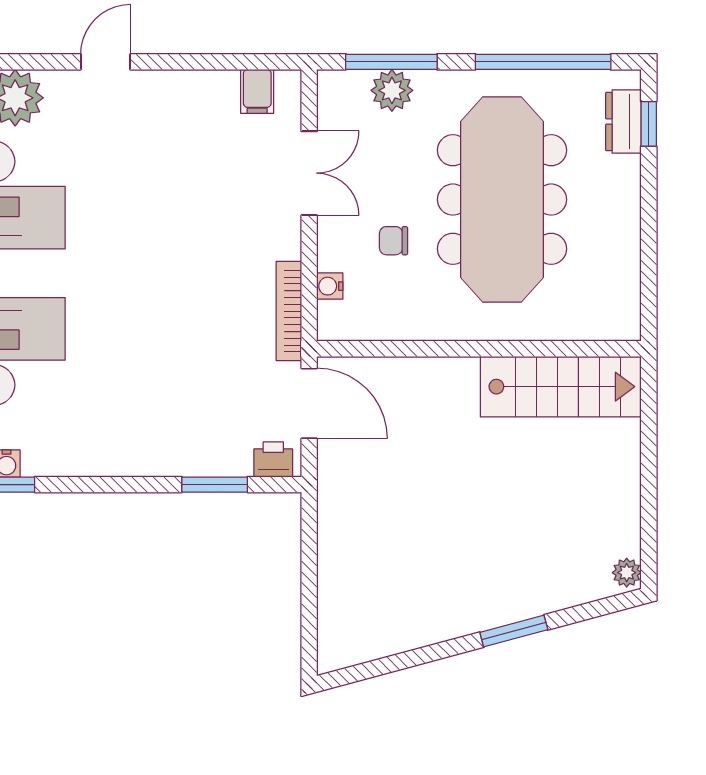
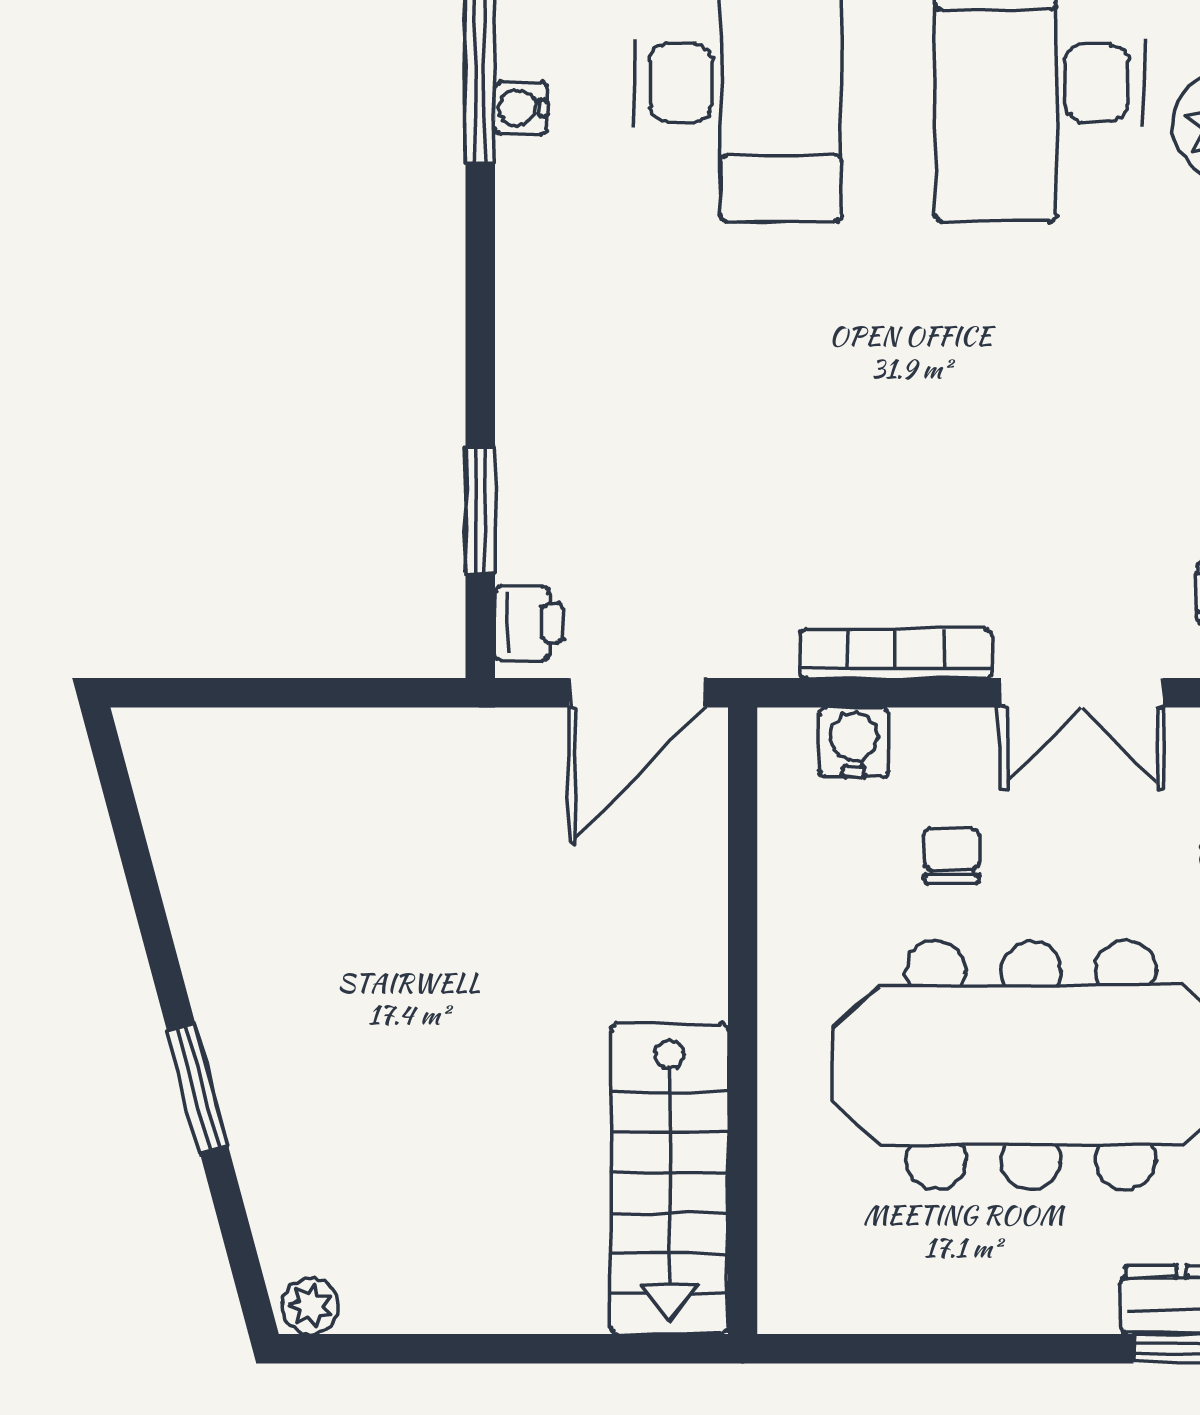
water cooler: (330, 286) -> (854, 742), width x1.38, depth x1.38
bookcase: (289, 311) -> (896, 654), moved

